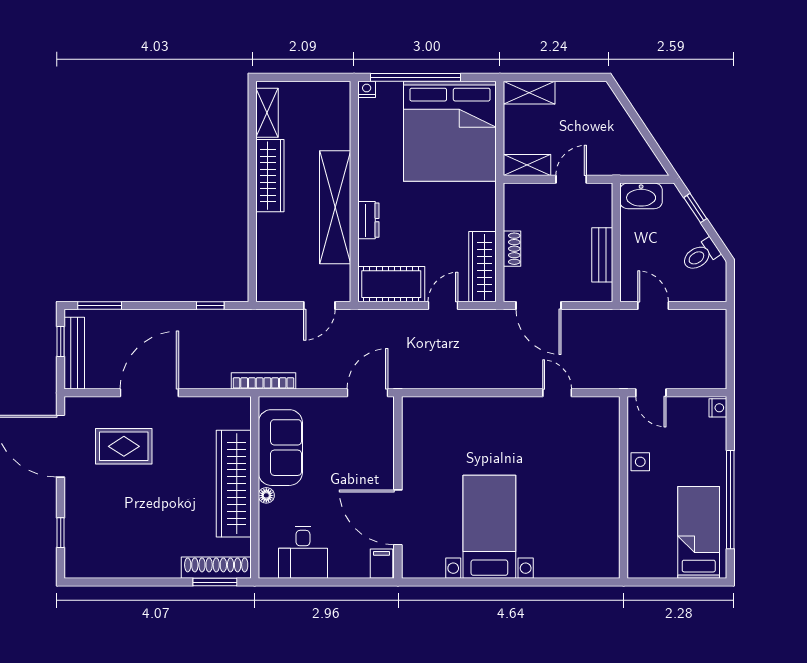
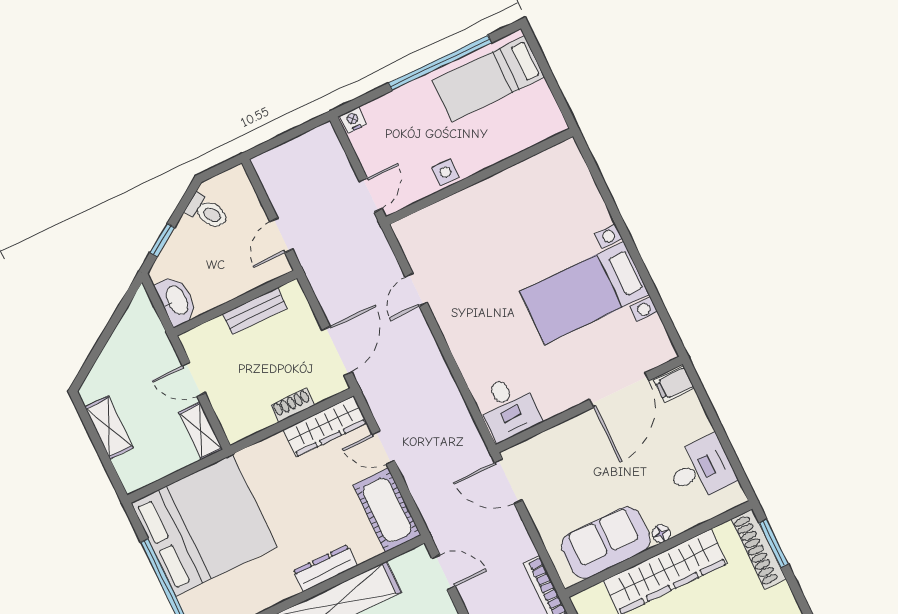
shelving: (529, 93) -> (109, 427), moved
dresser: (368, 220) -> (325, 568), width x1.44
desk: (427, 421) -> (508, 408), added

